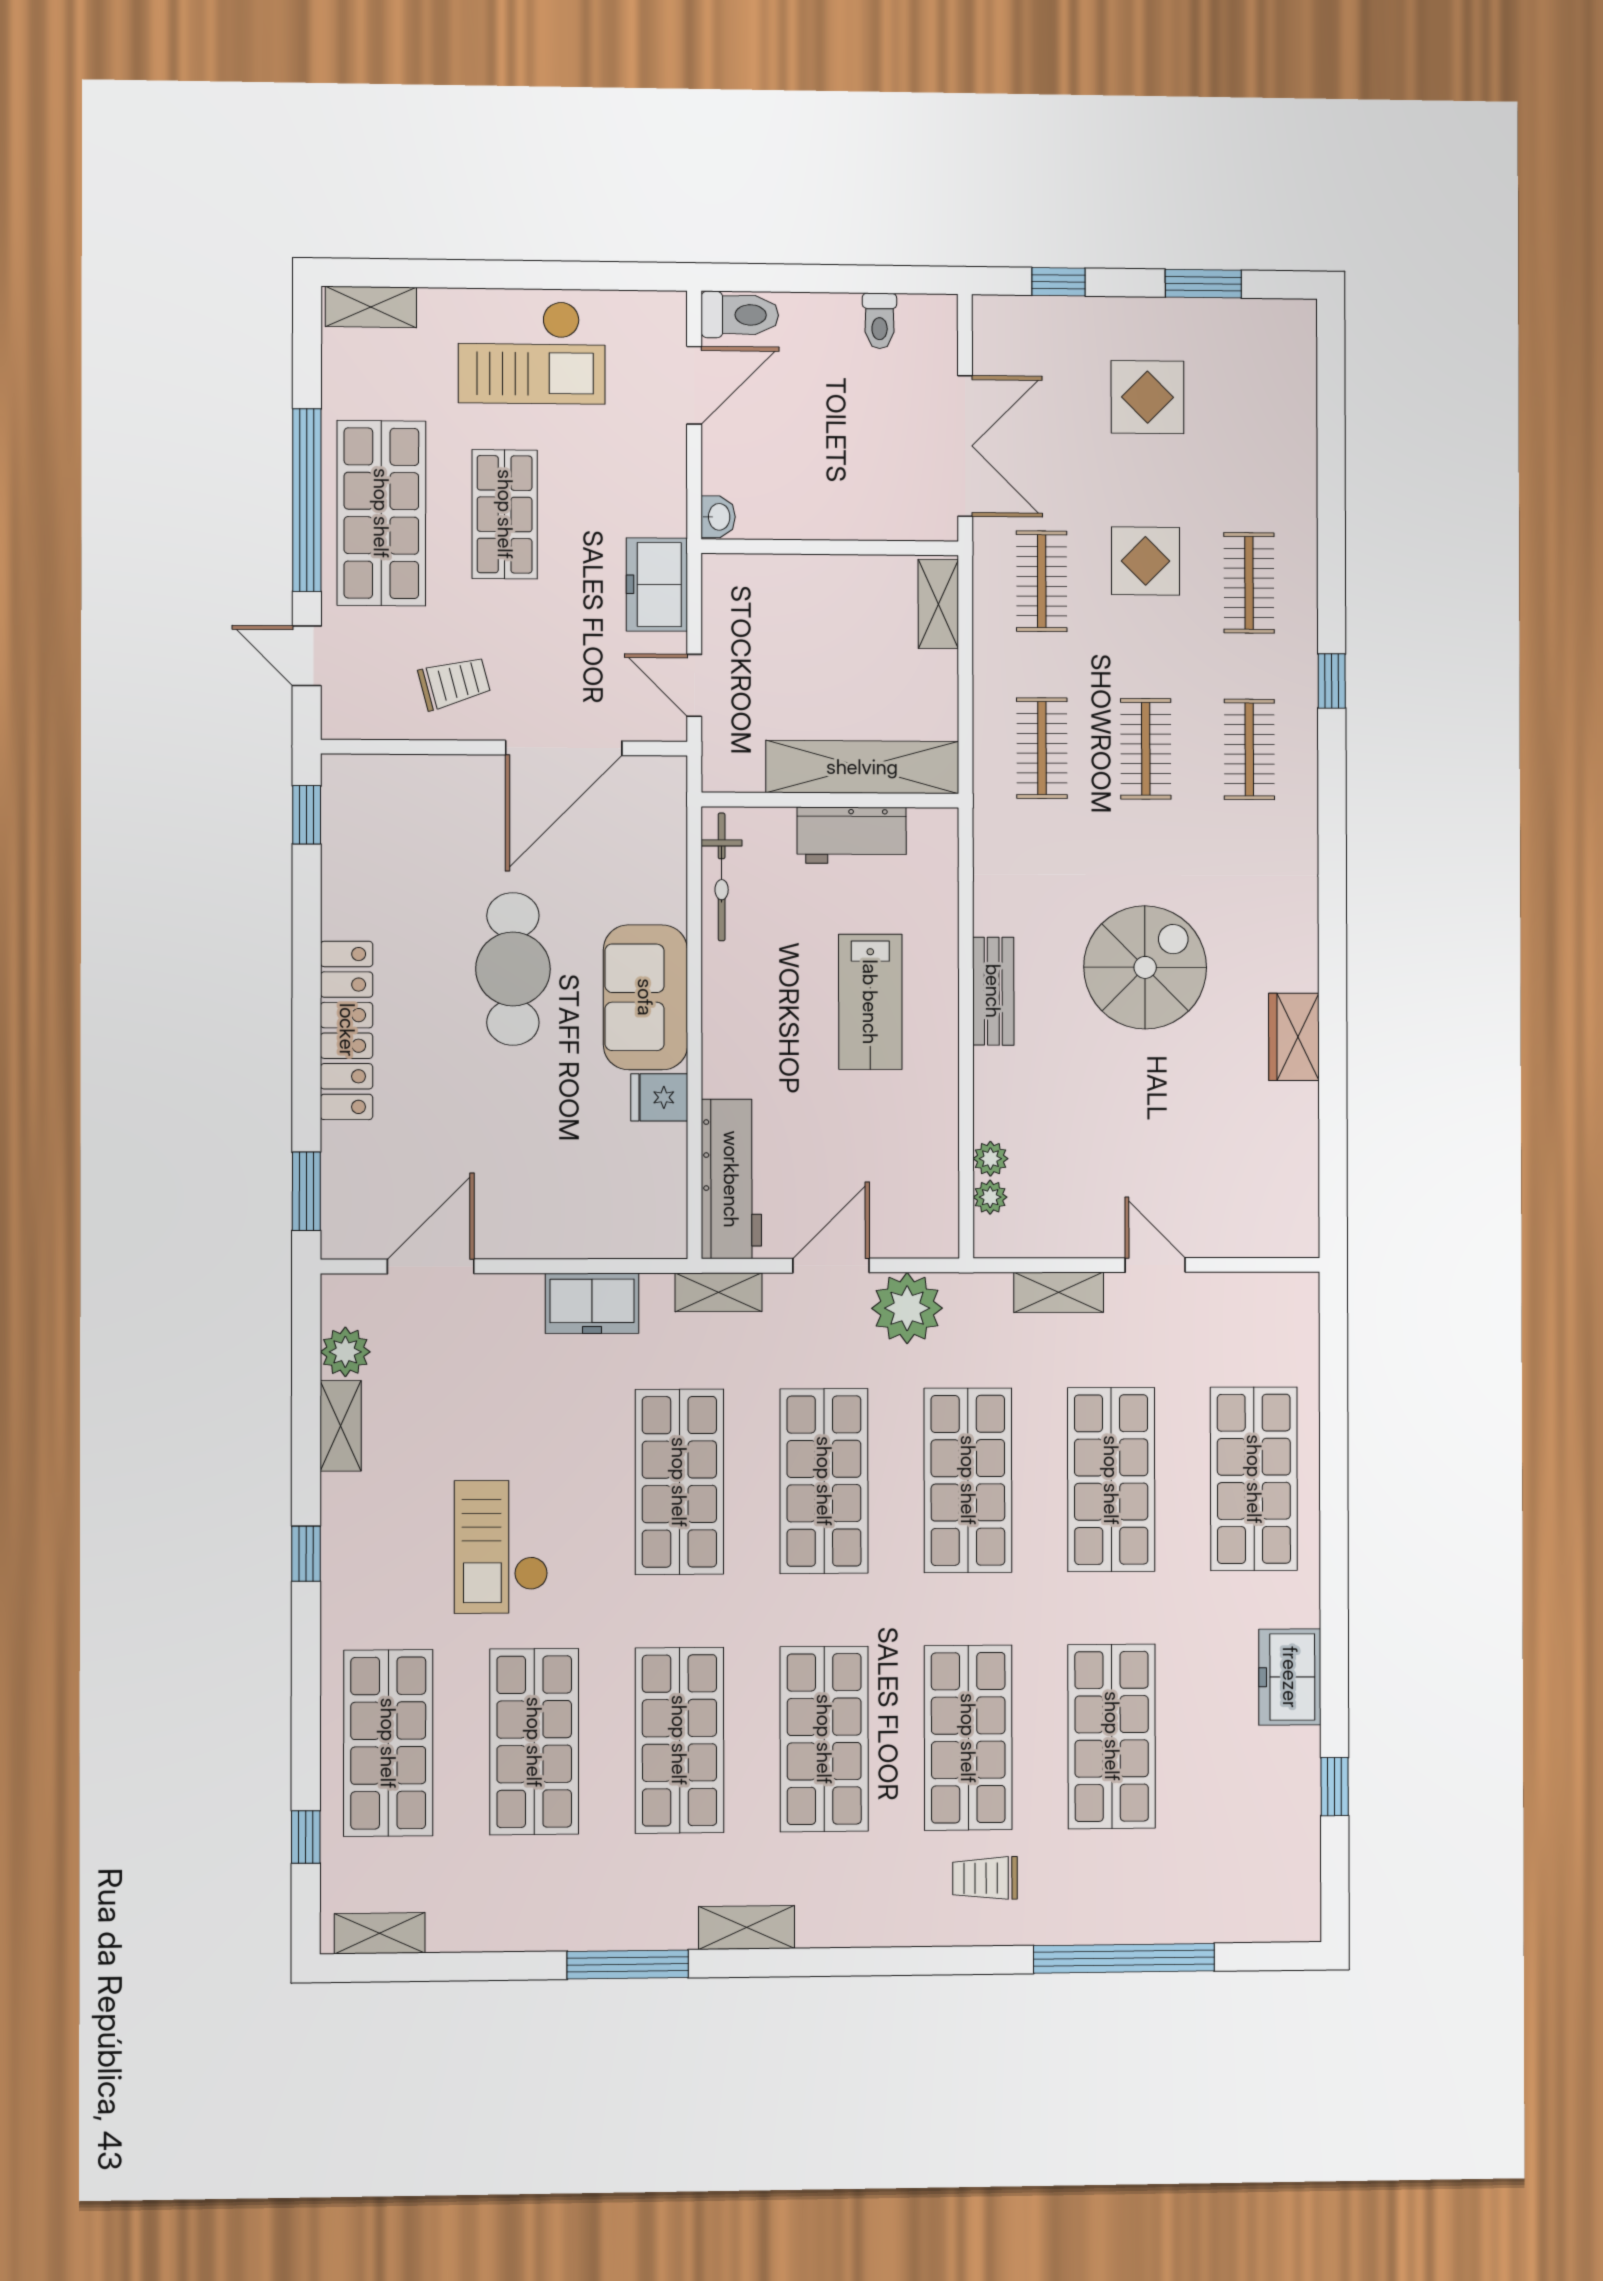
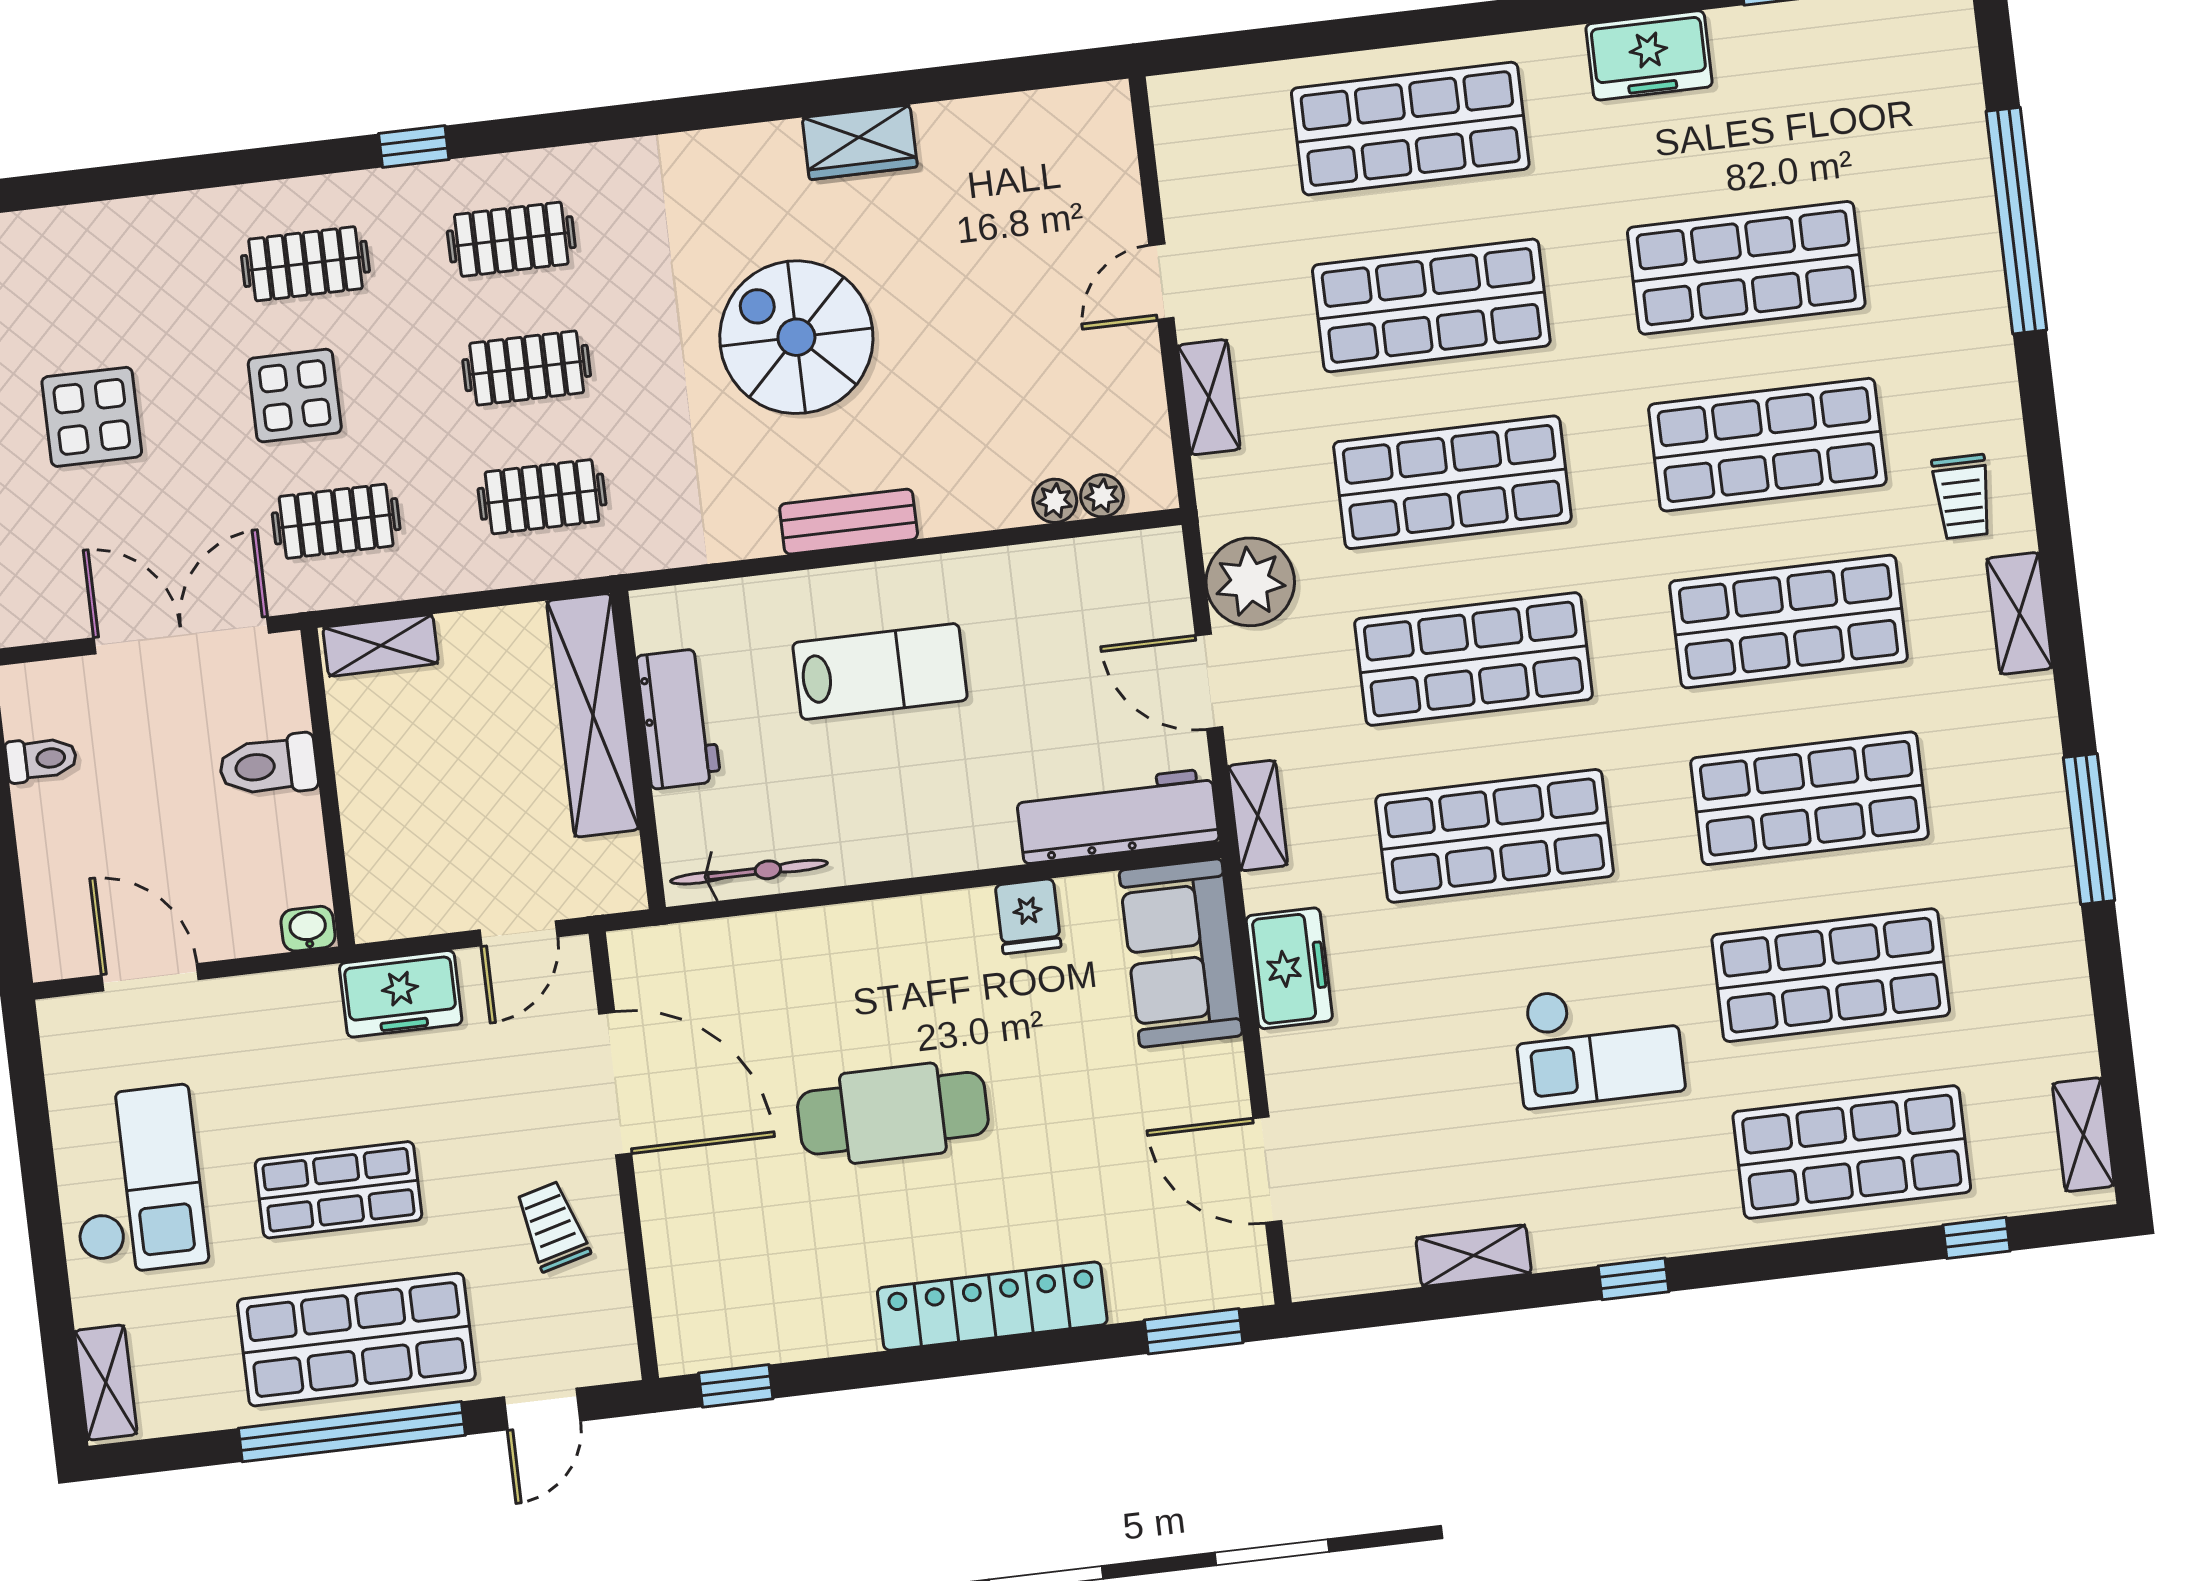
toilet: (740, 315) -> (268, 766), moved, turned -90
sofa: (645, 997) -> (1181, 953), moved, turned 90
plant: (345, 1352) -> (1383, 1261), removed
trolley: (985, 1878) -> (1962, 497), moved
shelving: (747, 1927) -> (2019, 613), moved

